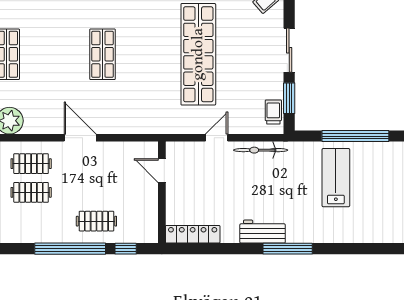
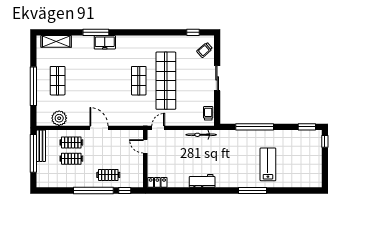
shop shelf: (103, 54) -> (139, 81), moved
window: (289, 98) -> (217, 106), removed
door: (217, 138) -> (158, 128), moved
lab bench: (336, 178) -> (268, 164), moved
locker: (193, 234) -> (157, 182), width x0.66
window: (288, 249) -> (253, 190), moved

